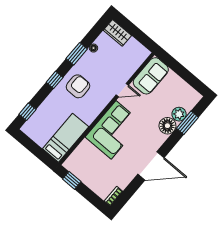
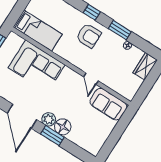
plant: (179, 114) -> (49, 119), moved
window: (187, 123) -> (52, 136), moved
corner sofa: (114, 130) -> (37, 66), moved

